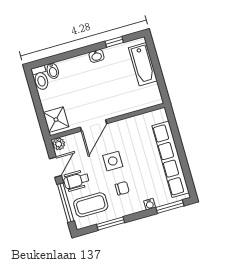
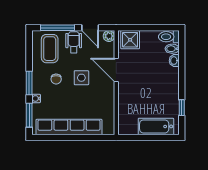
washbasin: (96, 56) -> (174, 61), moved
window: (111, 223) -> (29, 83), moved

